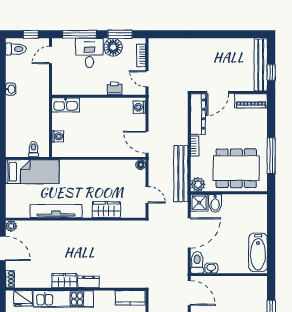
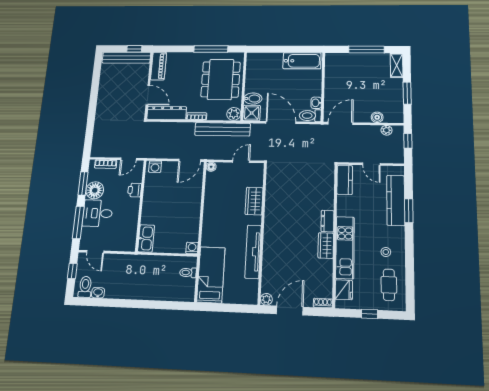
washbasin: (11, 89) -> (98, 293), moved
washing machine: (58, 136) -> (192, 248), moved

